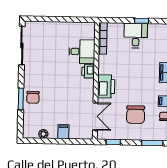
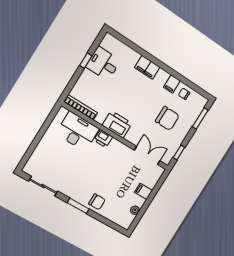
desk: (136, 35) -> (103, 64), moved
sliding door: (22, 46) -> (43, 186), width x0.73
desk: (82, 52) -> (78, 131), width x1.37
printer: (106, 86) -> (117, 124), moved
window: (21, 99) -> (78, 206), moved

